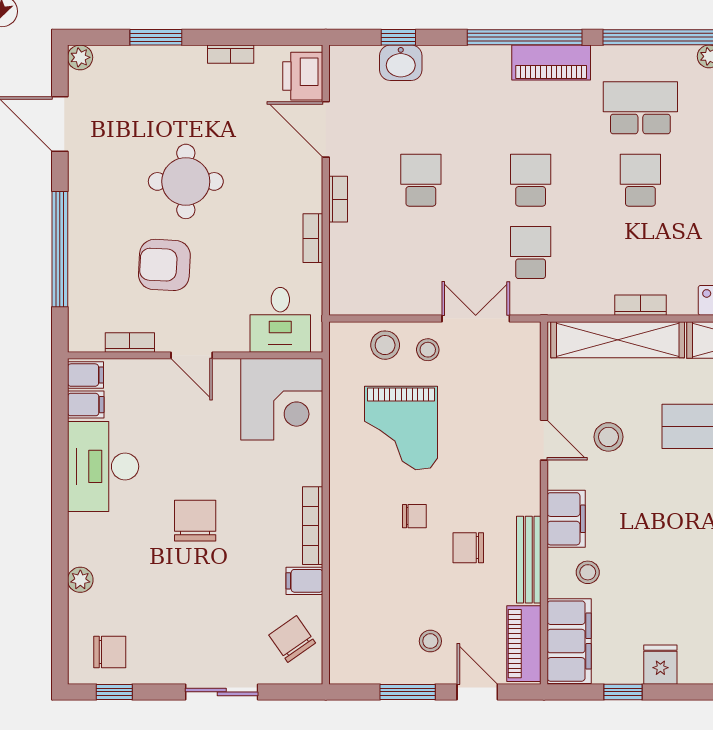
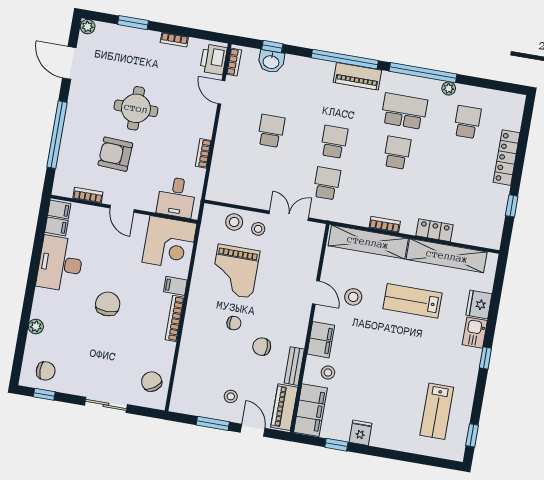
door: (326, 129) -> (221, 92), width x0.73
bookcase: (338, 199) -> (234, 62), moved
bench: (529, 560) -> (294, 366), width x0.73
filing cabinet: (304, 581) -> (175, 286), moved

